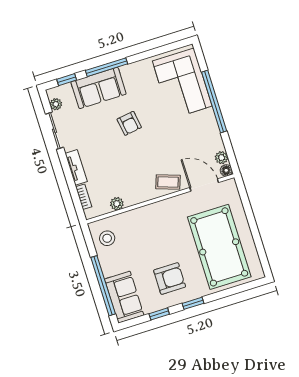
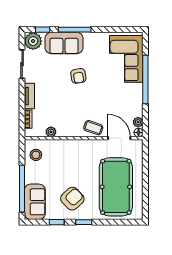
plant: (56, 104) -> (33, 41), width x1.87, depth x1.87
armchair: (170, 279) -> (72, 199), turned -43

